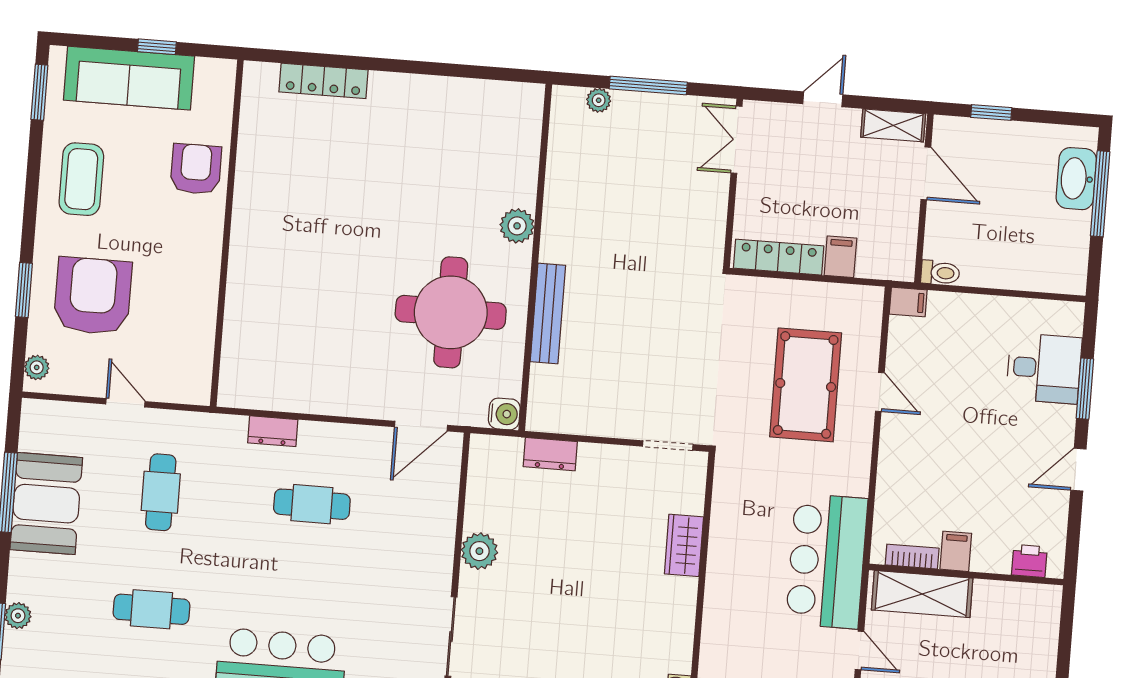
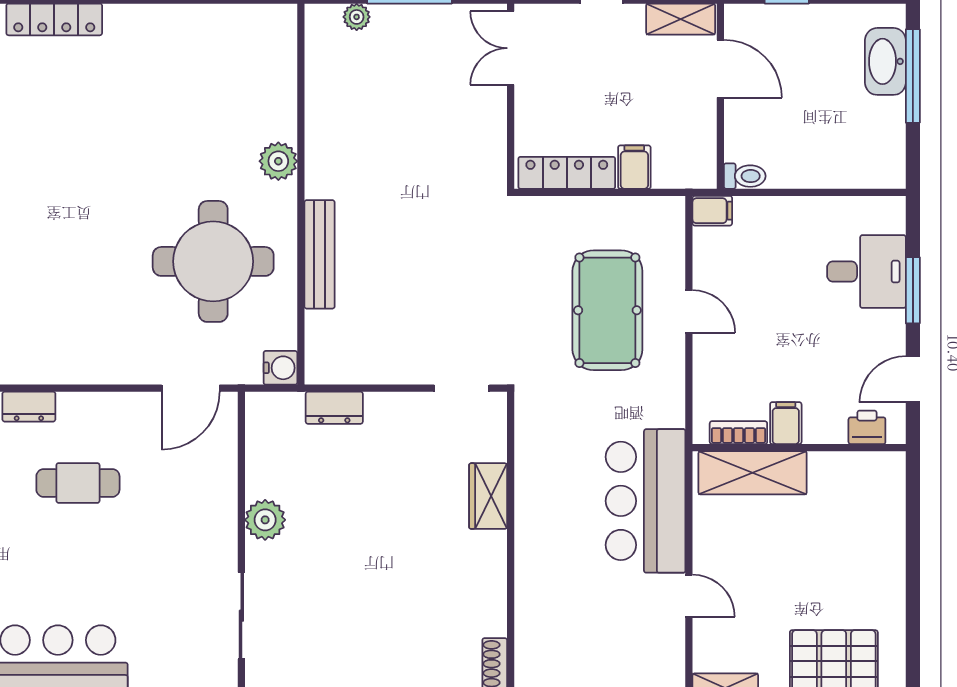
filing cabinet: (956, 551) -> (786, 423), moved
bookcase: (912, 557) -> (738, 433), moved
printer: (1029, 561) -> (867, 427), moved
wall: (966, 575) -> (799, 448), moved
shelving: (922, 594) -> (753, 473), moved

